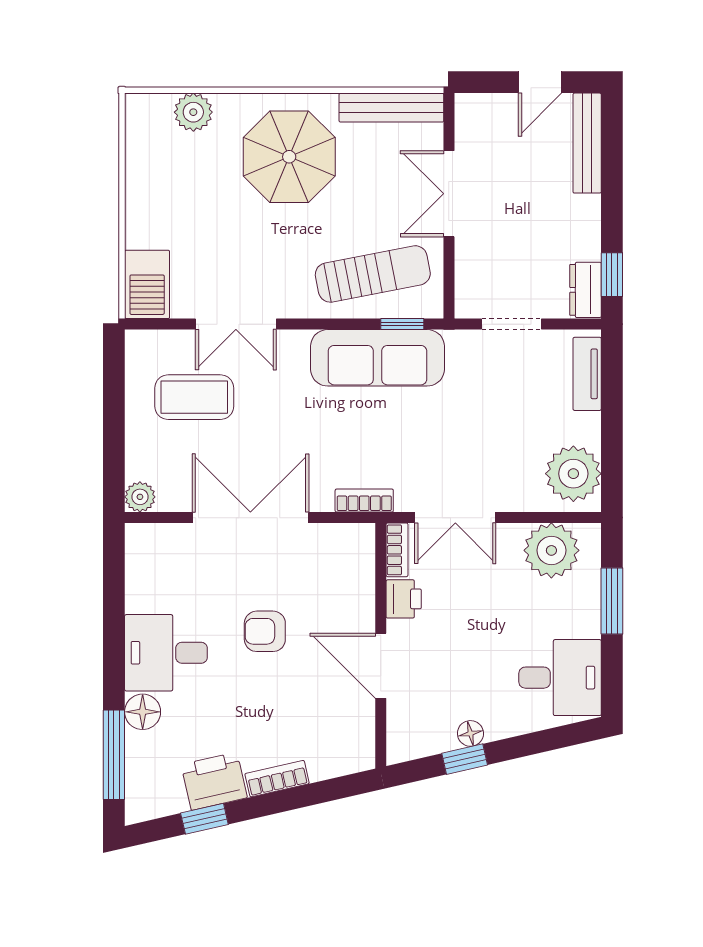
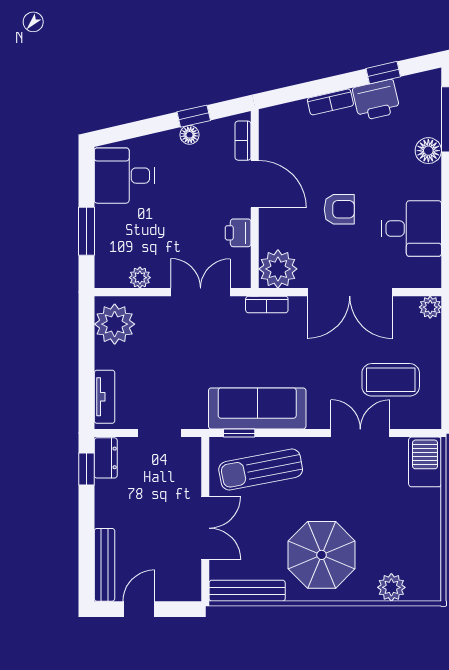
plant: (349, 549) -> (278, 269), added
bookcase: (397, 550) -> (243, 141), moved
plant: (551, 550) -> (140, 278), width x0.53, depth x0.53
desk: (166, 653) -> (411, 229), moved

